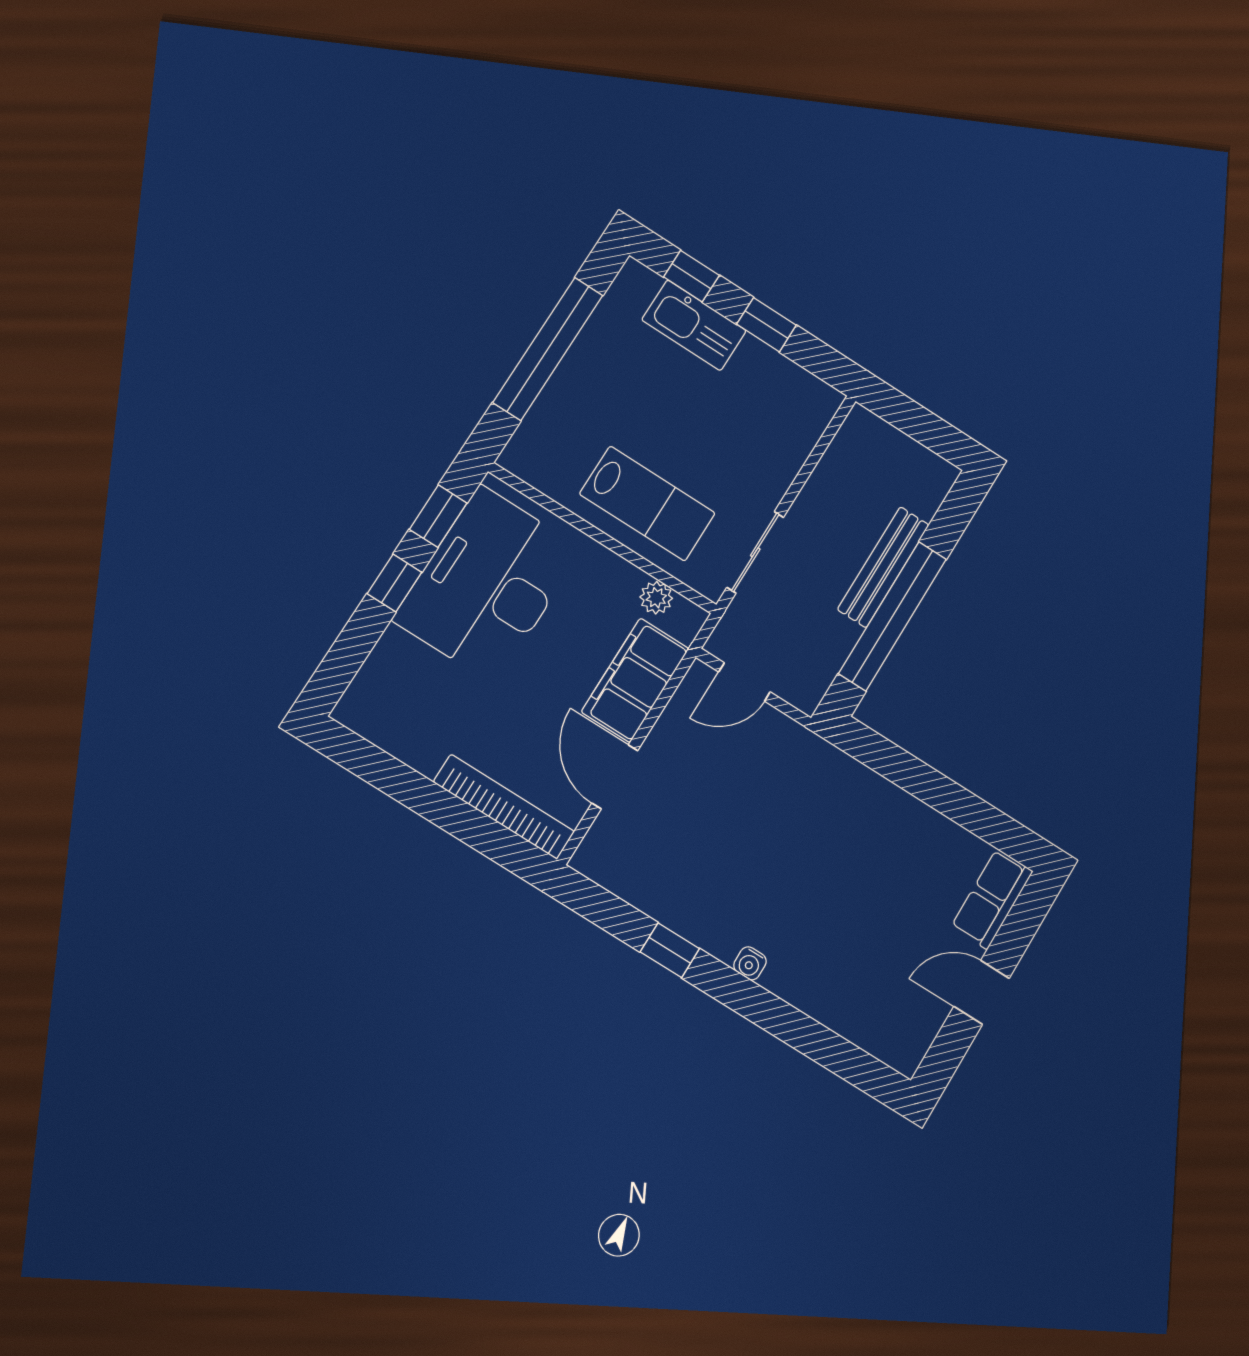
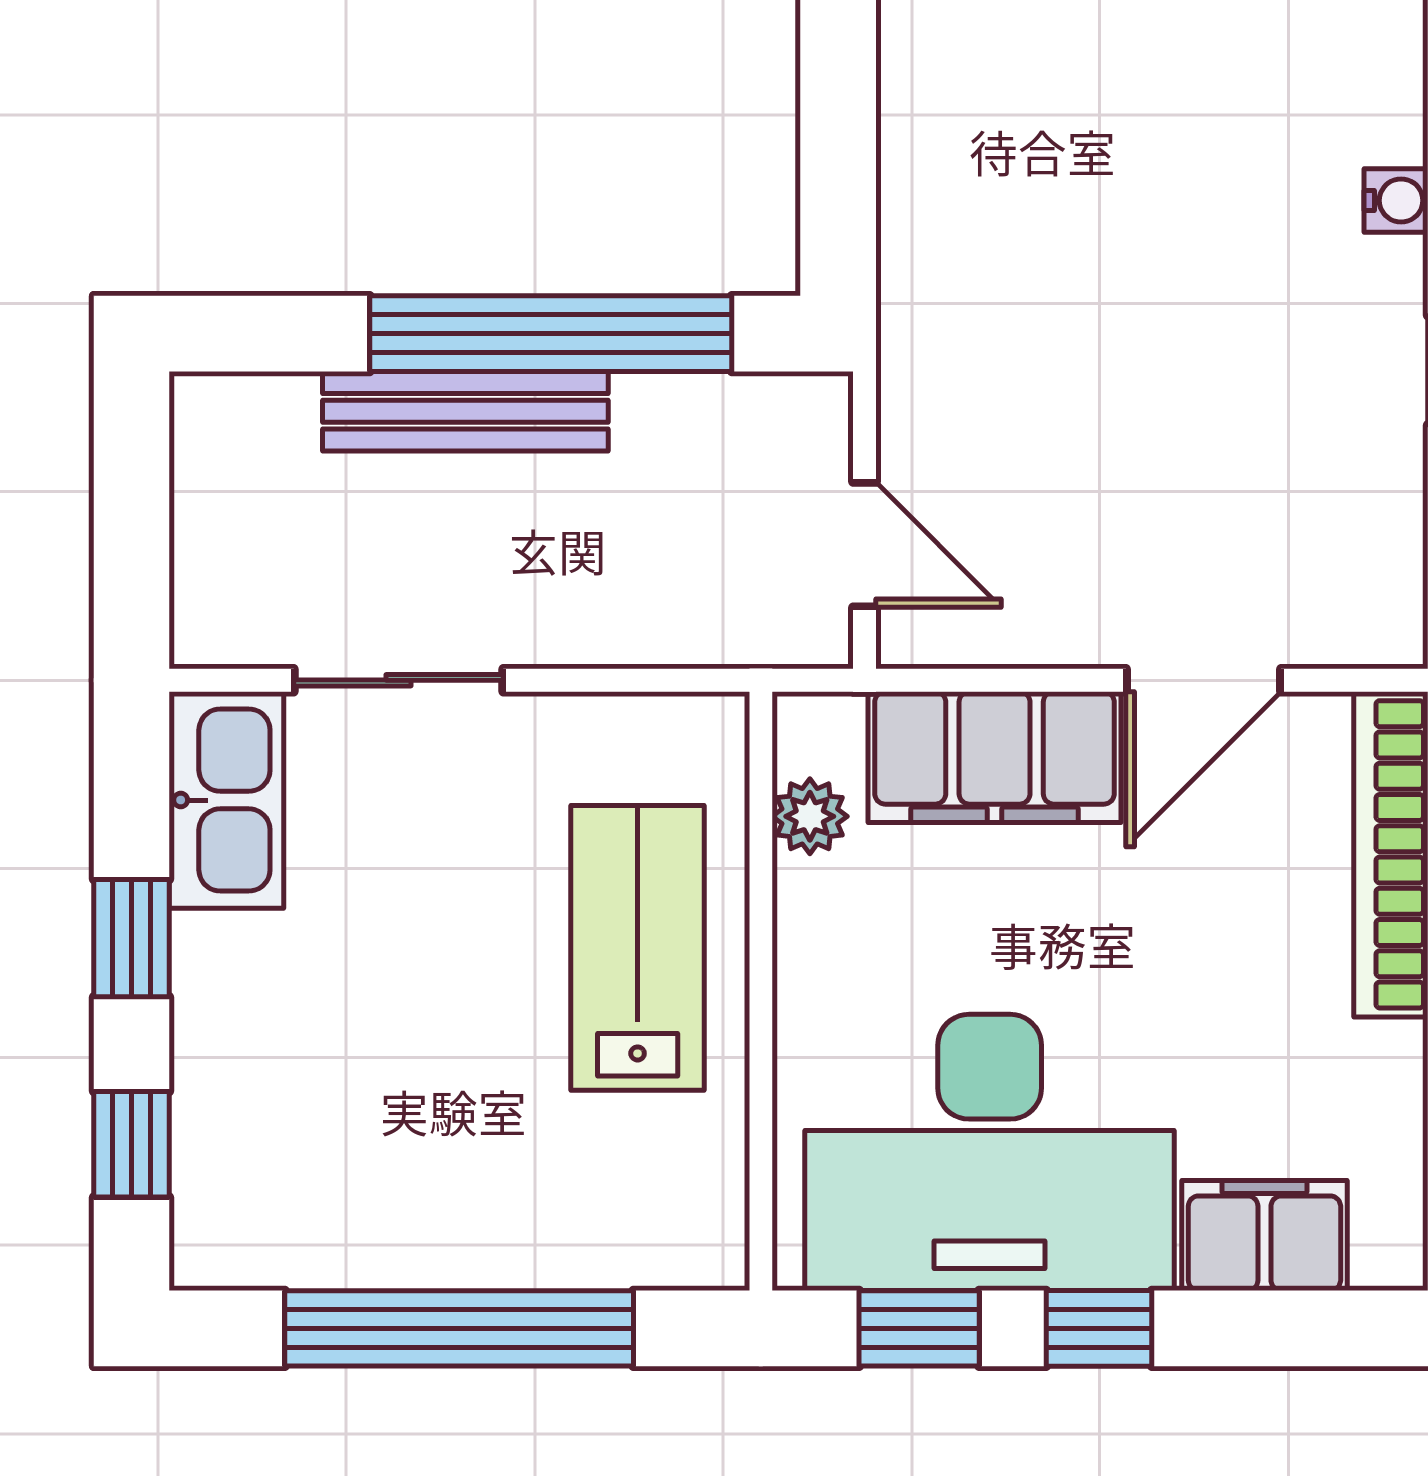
kitchen sink: (694, 325) -> (226, 800), moved
sliding door: (755, 552) -> (399, 680), moved
filing cabinet: (389, 667) -> (1264, 1236), added

